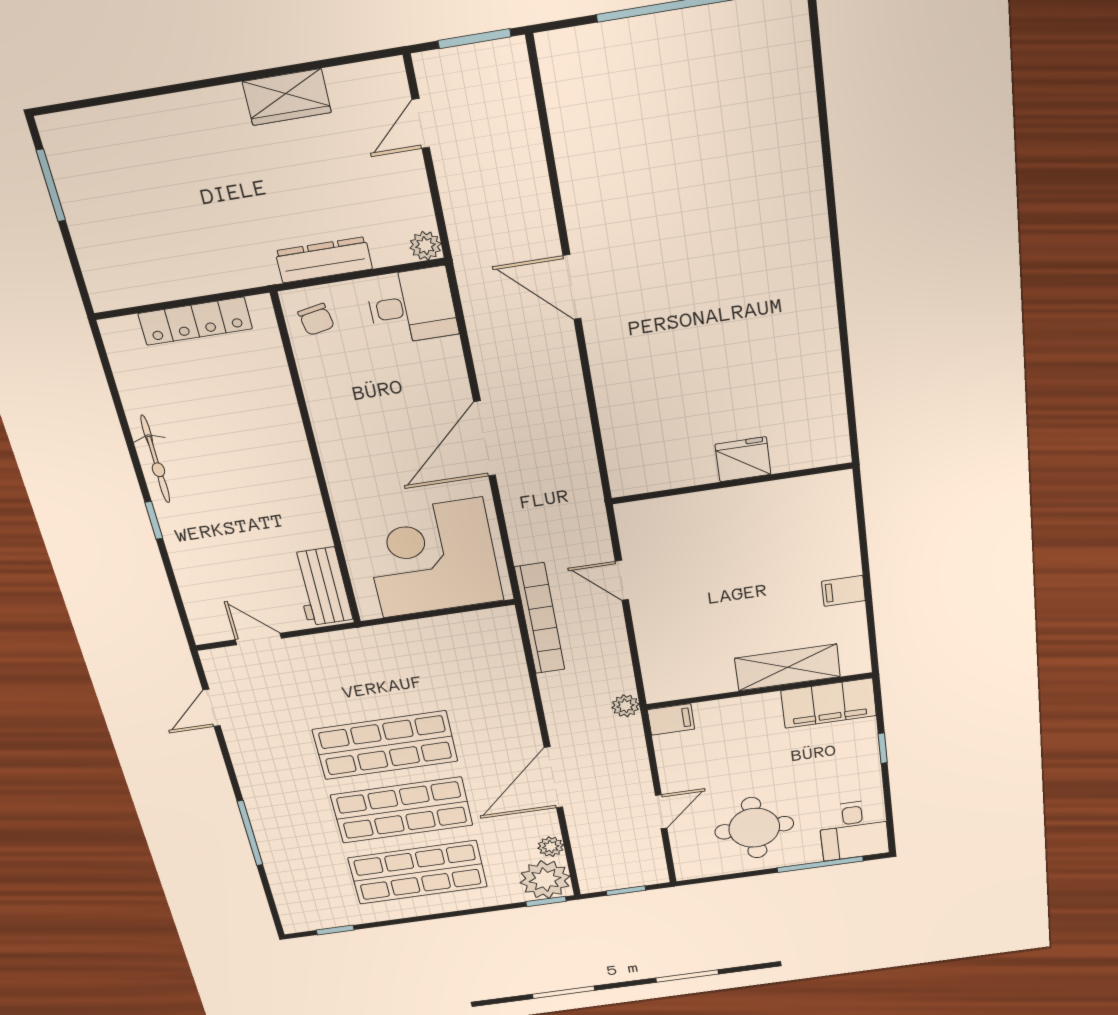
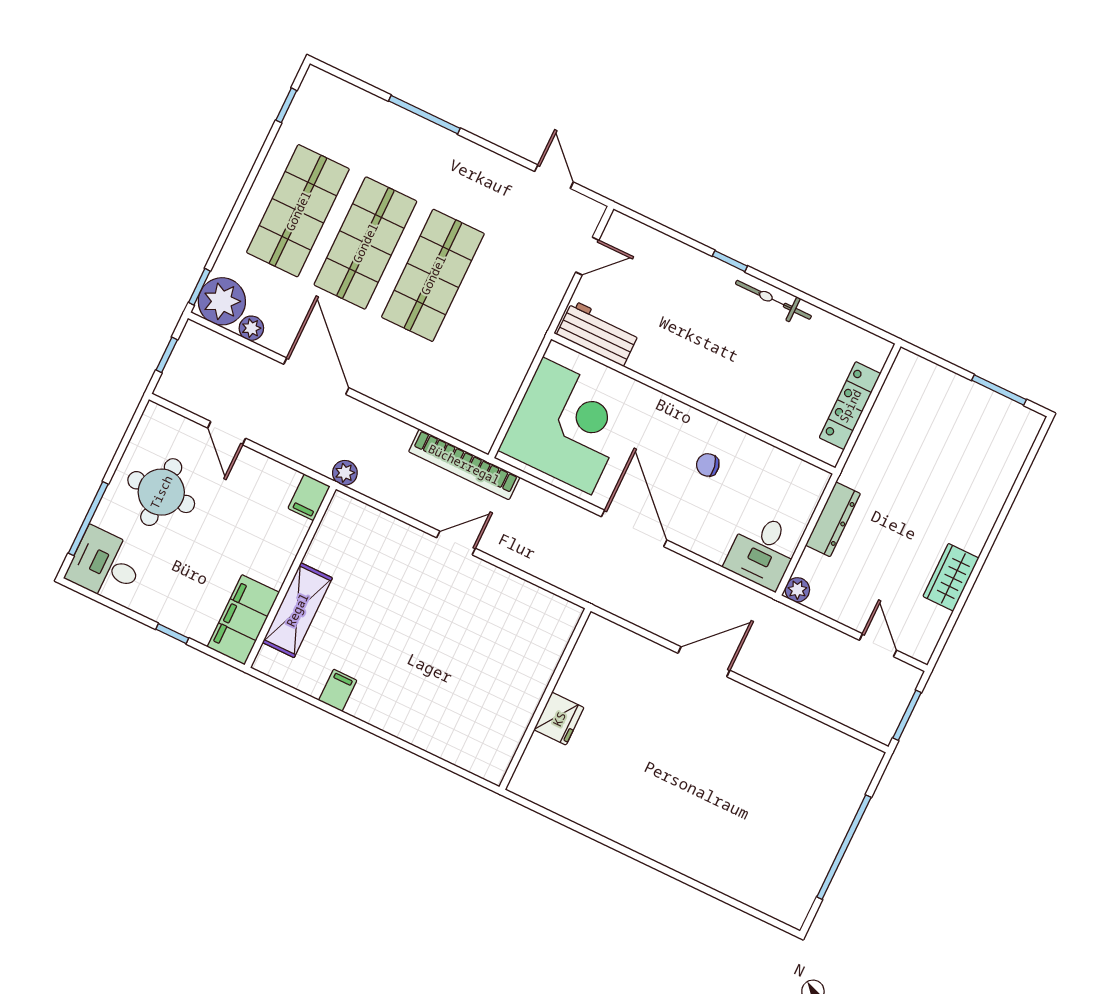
chair: (316, 319) -> (708, 465), moved
fridge: (743, 459) -> (559, 719), moved
wall: (732, 483) -> (545, 699), moved

